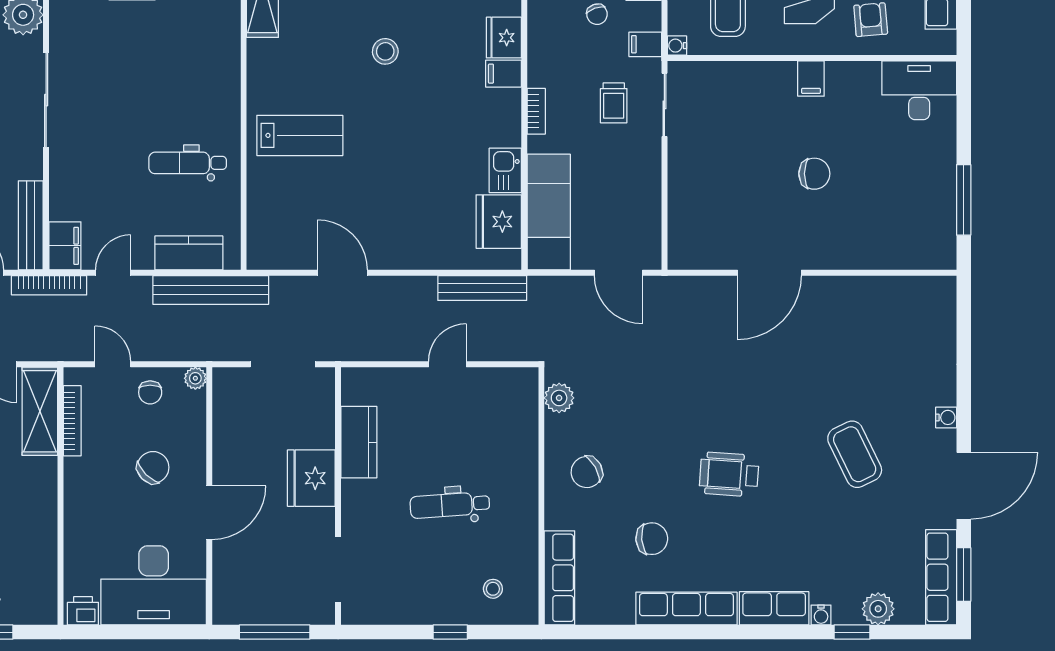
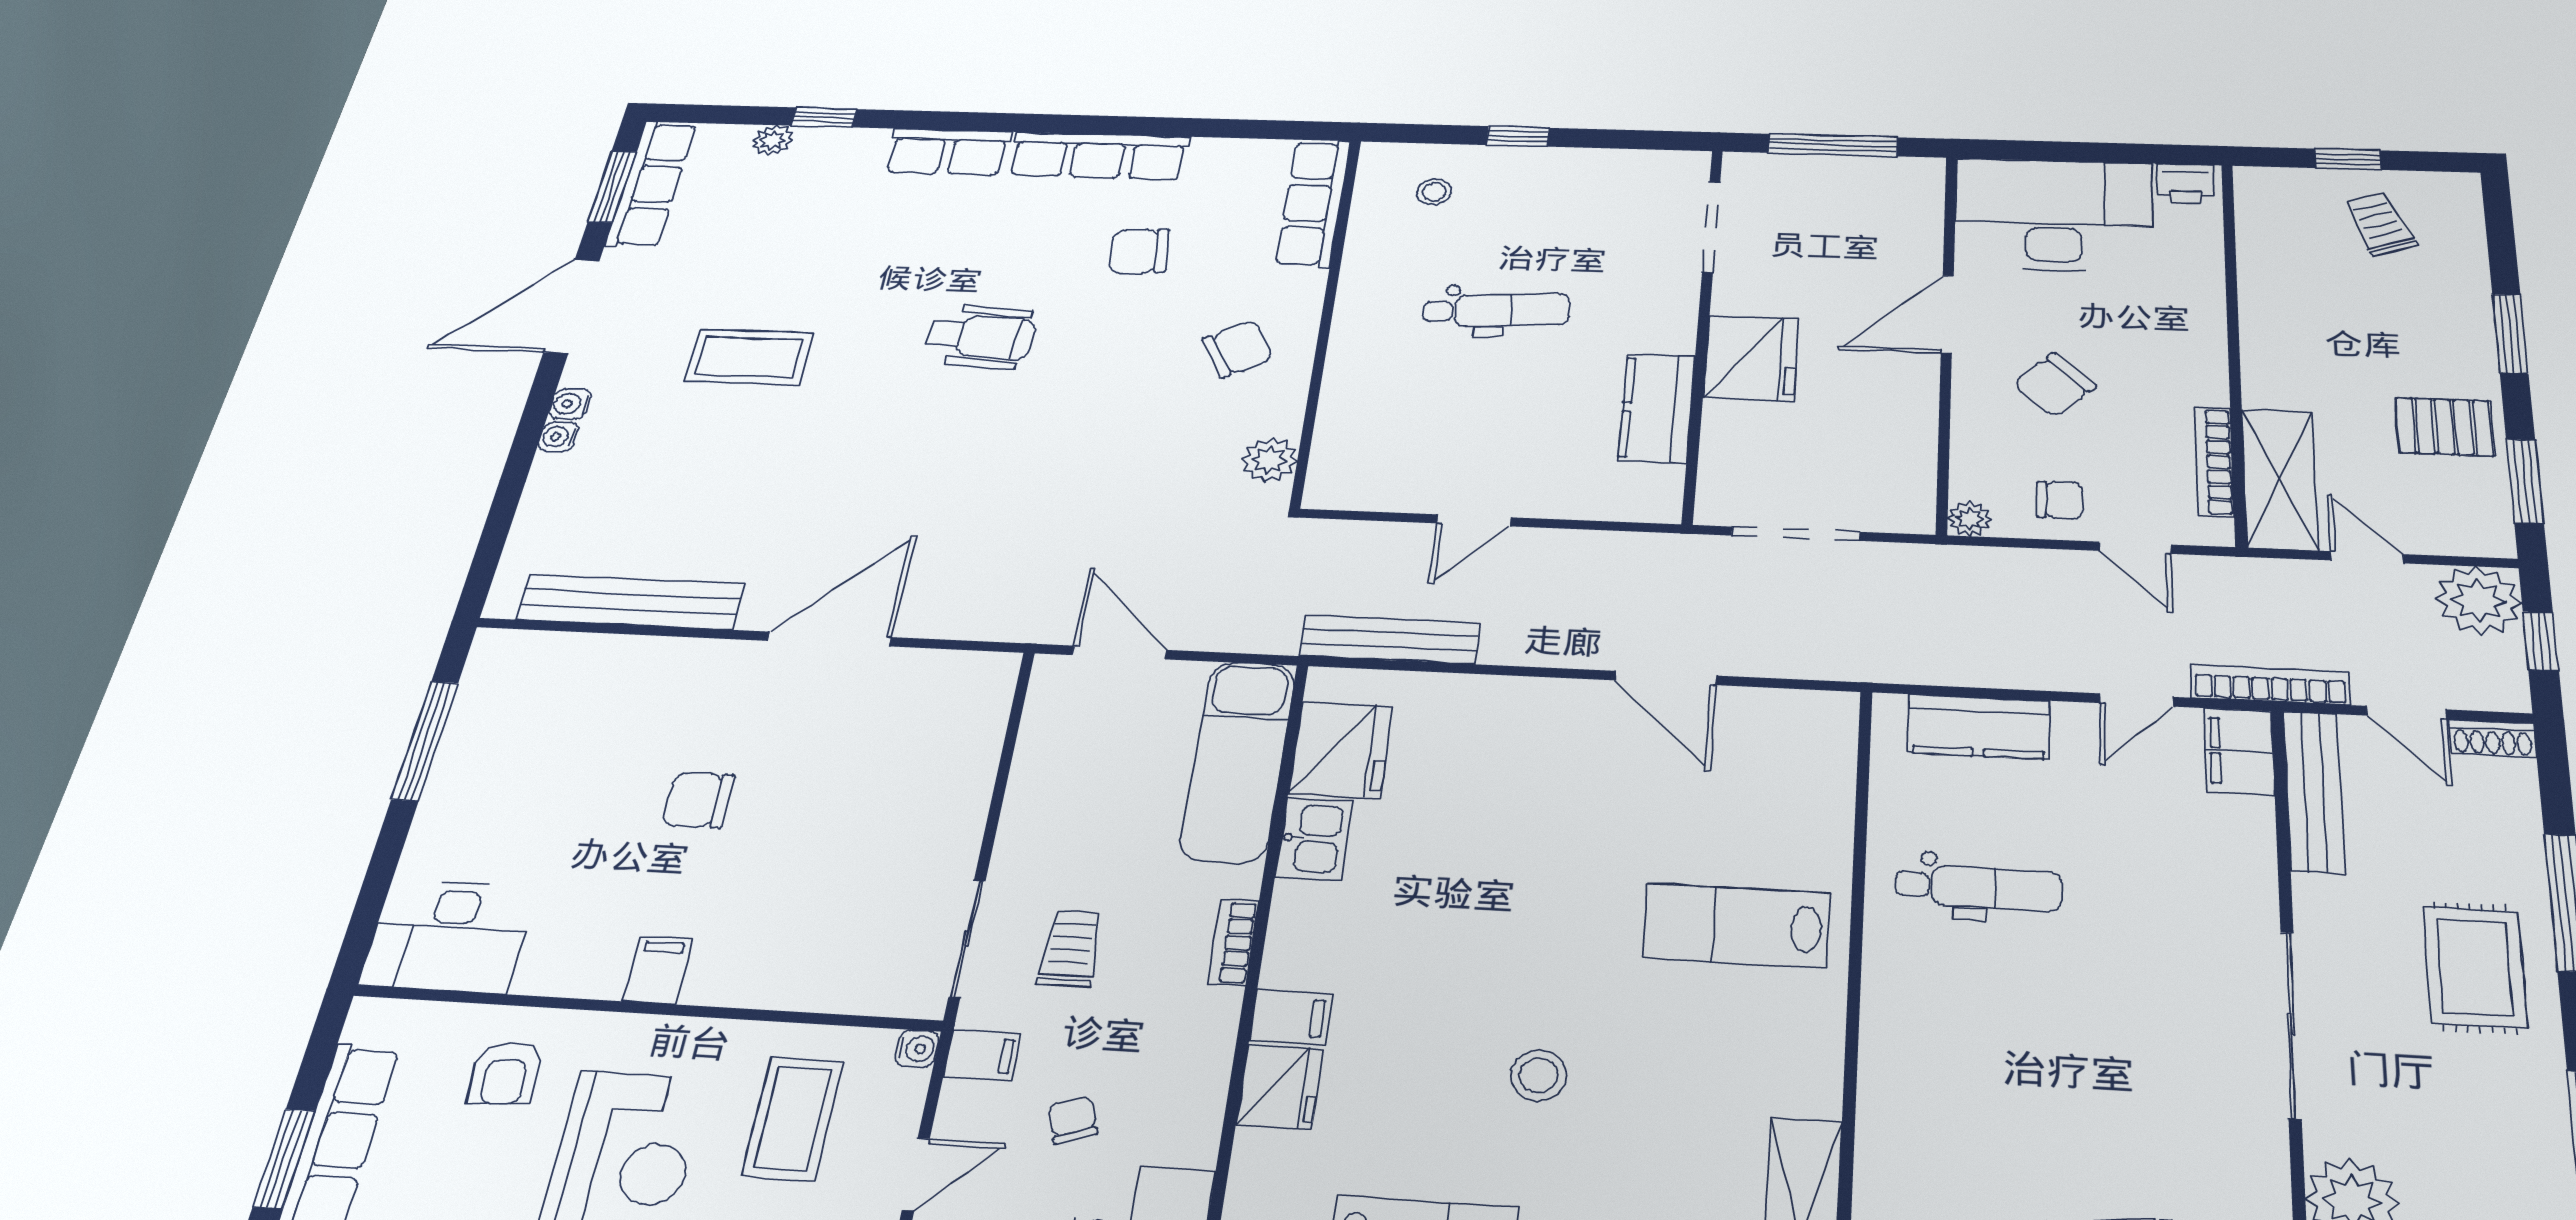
bench: (211, 290) -> (630, 602), moved
chair: (150, 392) -> (2060, 500), turned 90
coffee table: (855, 454) -> (749, 357), turned -64
plant: (878, 609) -> (773, 140), width x0.73, depth x0.73
water cooler: (821, 615) -> (558, 437), moved, turned -90

